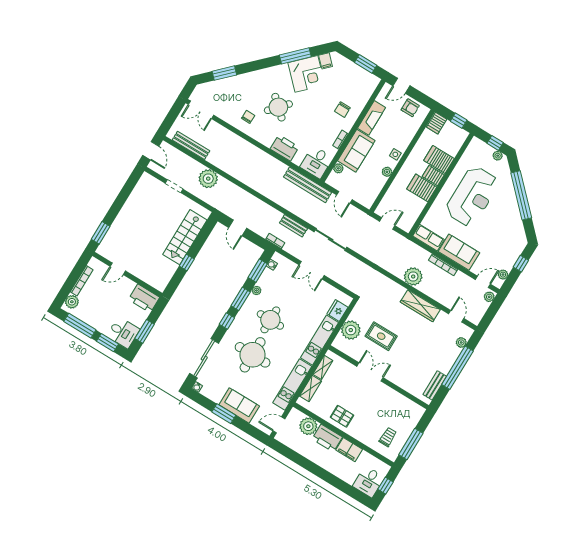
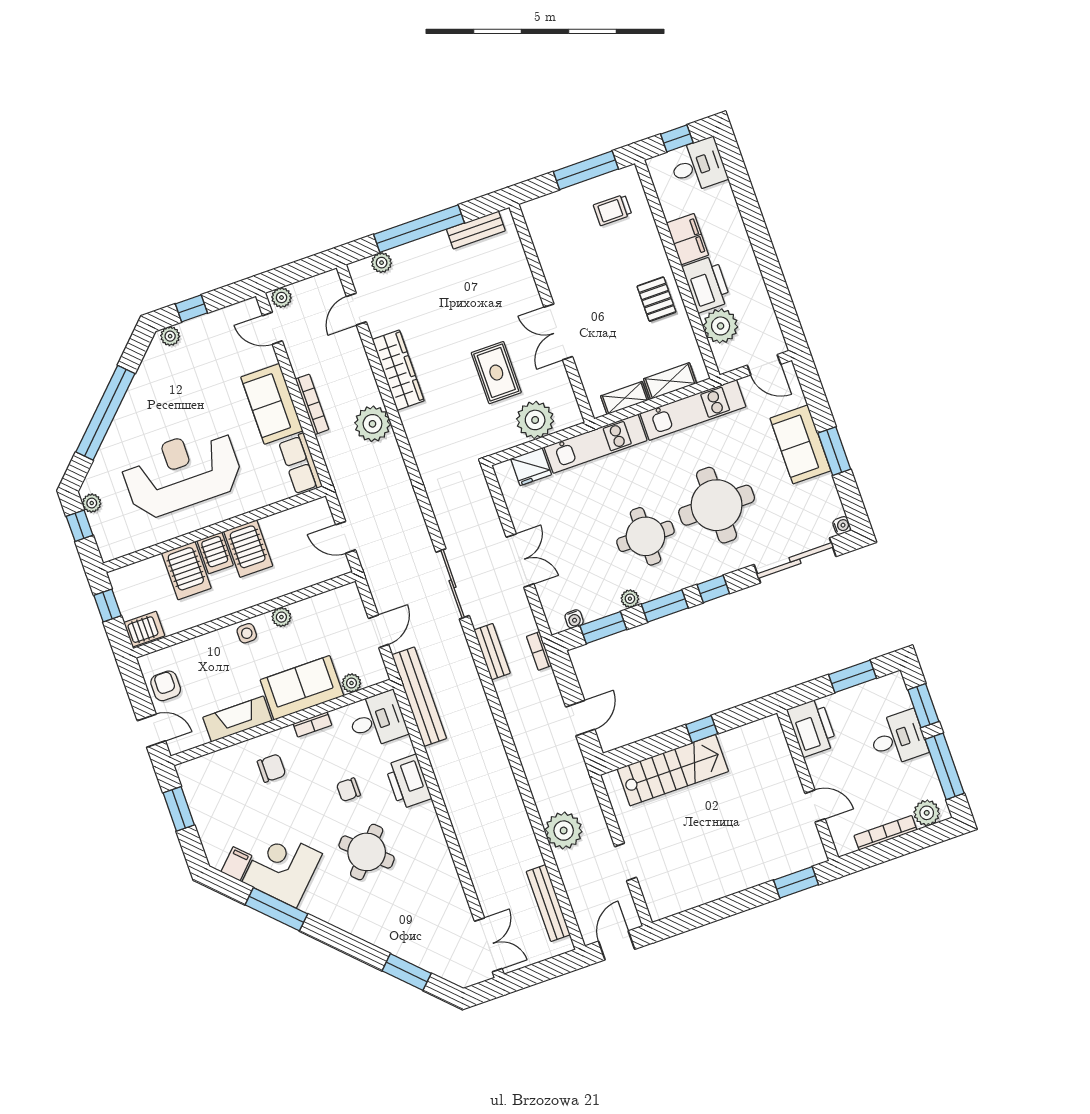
chair: (248, 117) -> (348, 790), moved
plant: (503, 275) -> (170, 336), moved
desk: (123, 333) -> (898, 738), moved, turned 90

